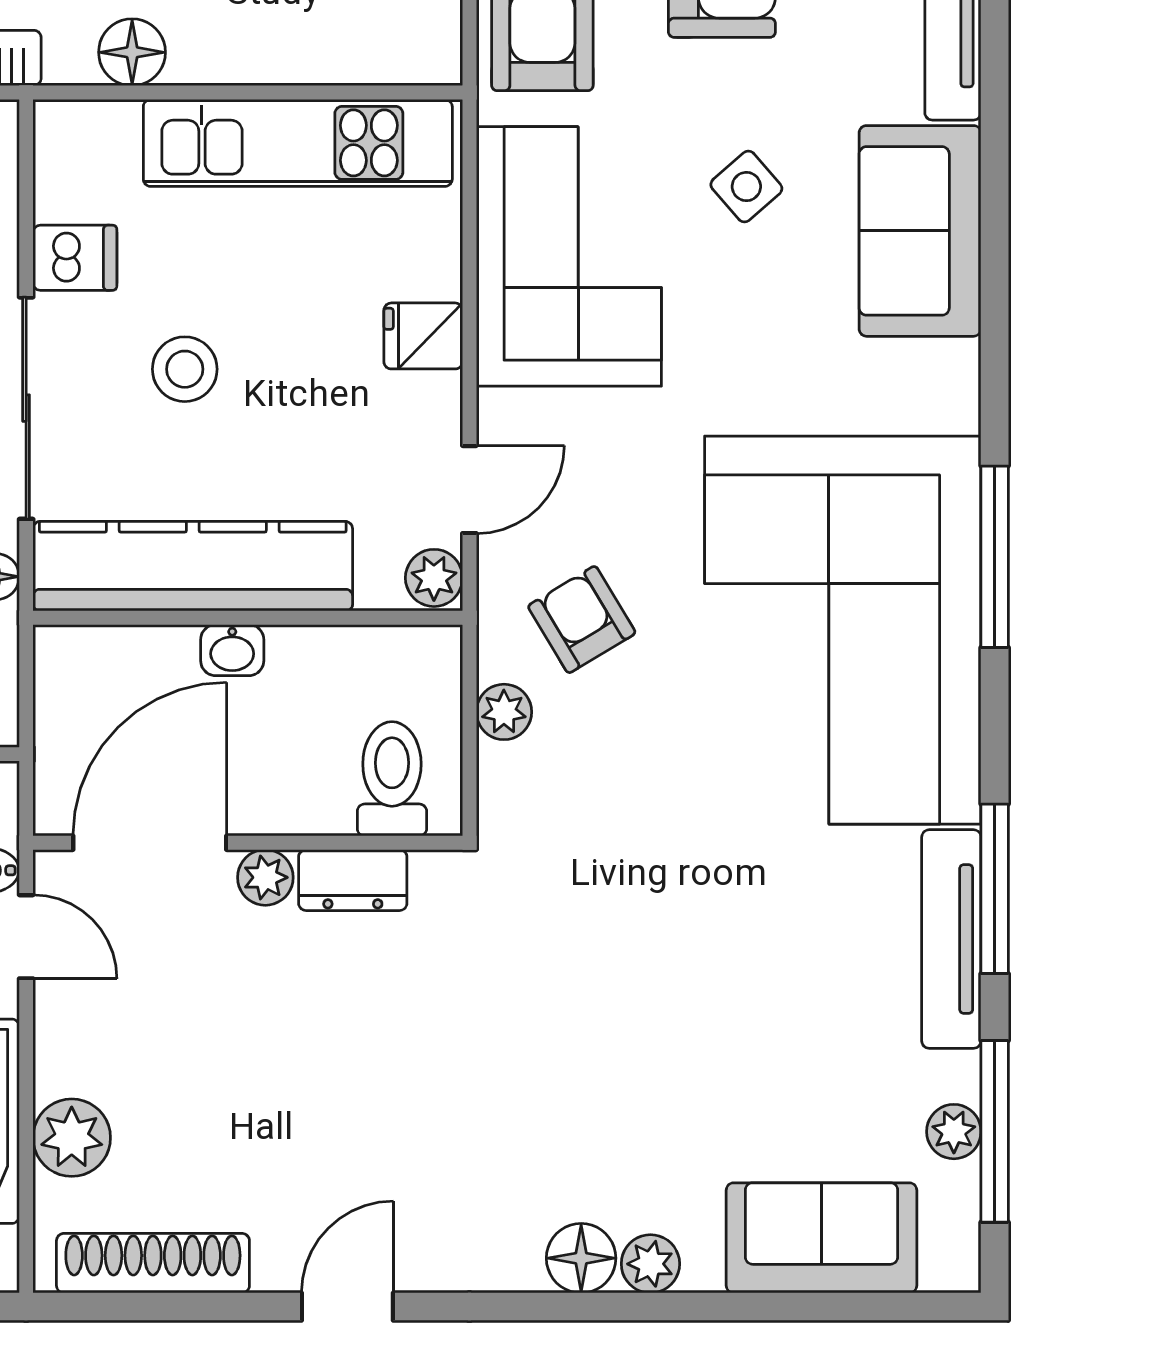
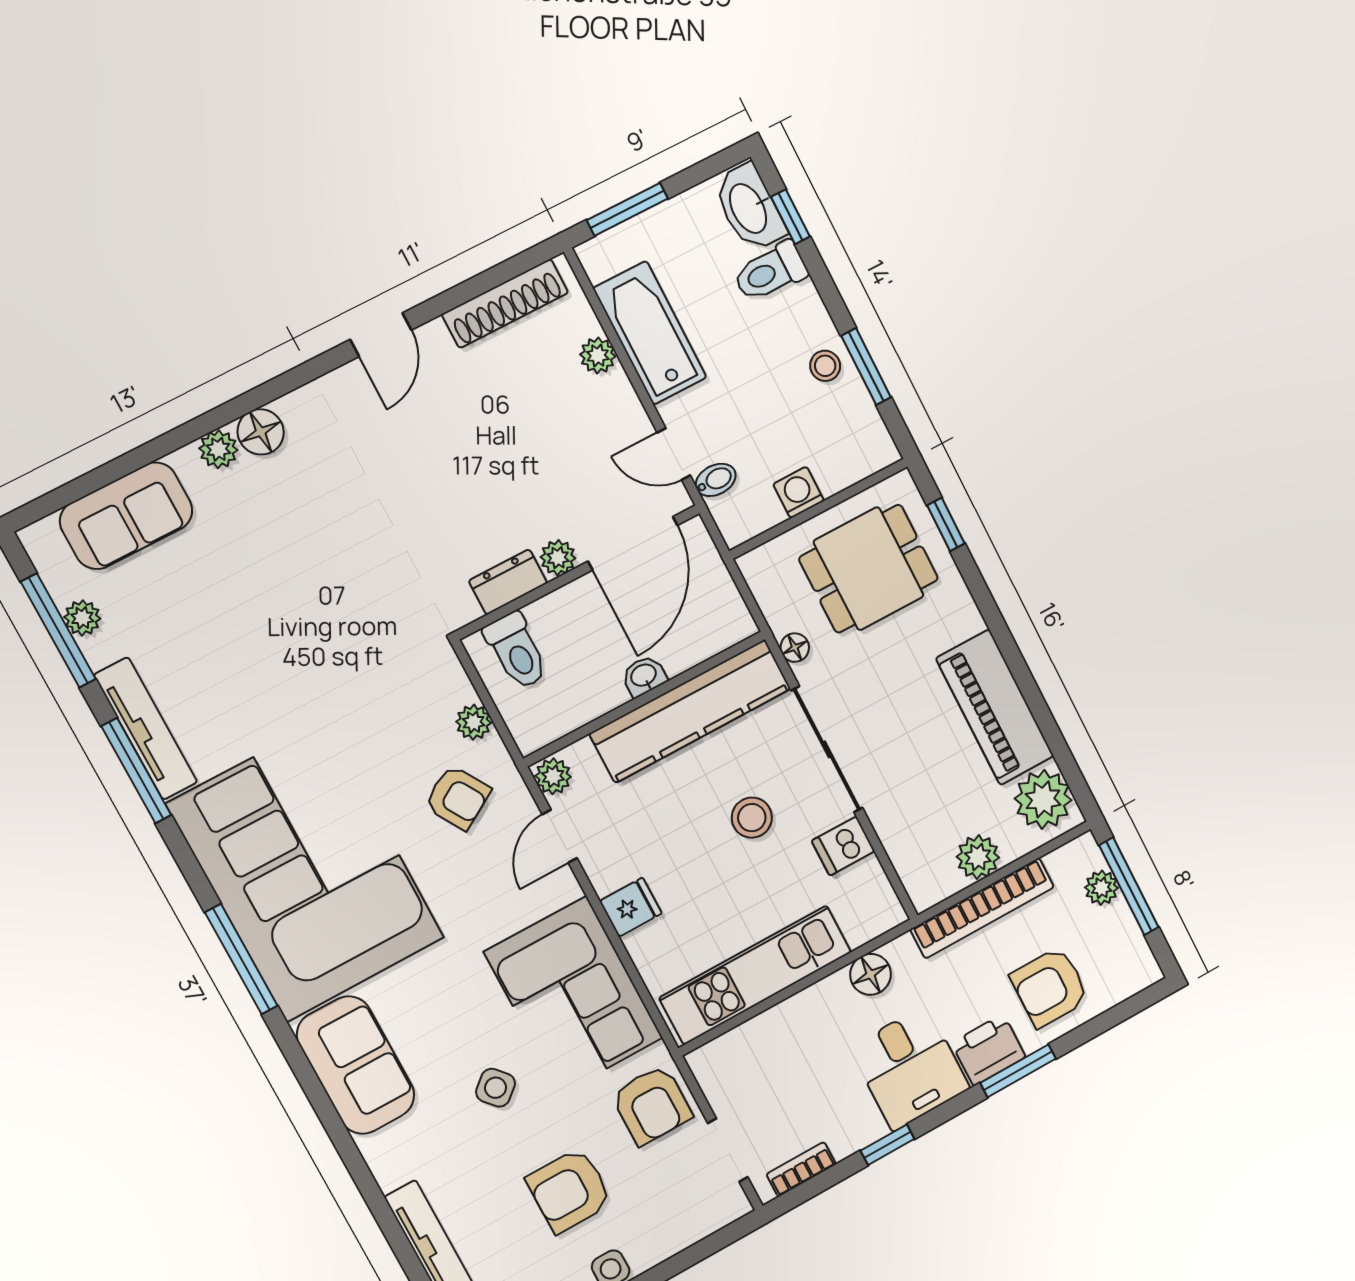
sofa: (920, 231) -> (356, 1065), moved
plant: (72, 1138) -> (598, 355), width x0.73, depth x0.73

